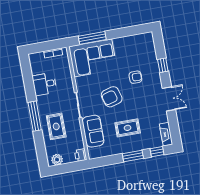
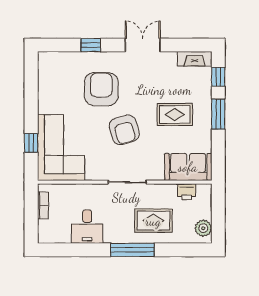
window: (92, 38) -> (31, 143), width x0.46
armchair: (135, 77) -> (101, 89), width x1.88, depth x1.88
rug: (128, 128) -> (175, 114), turned 90
sofa: (93, 131) -> (188, 167), moved
printer: (81, 155) -> (187, 192), moved

